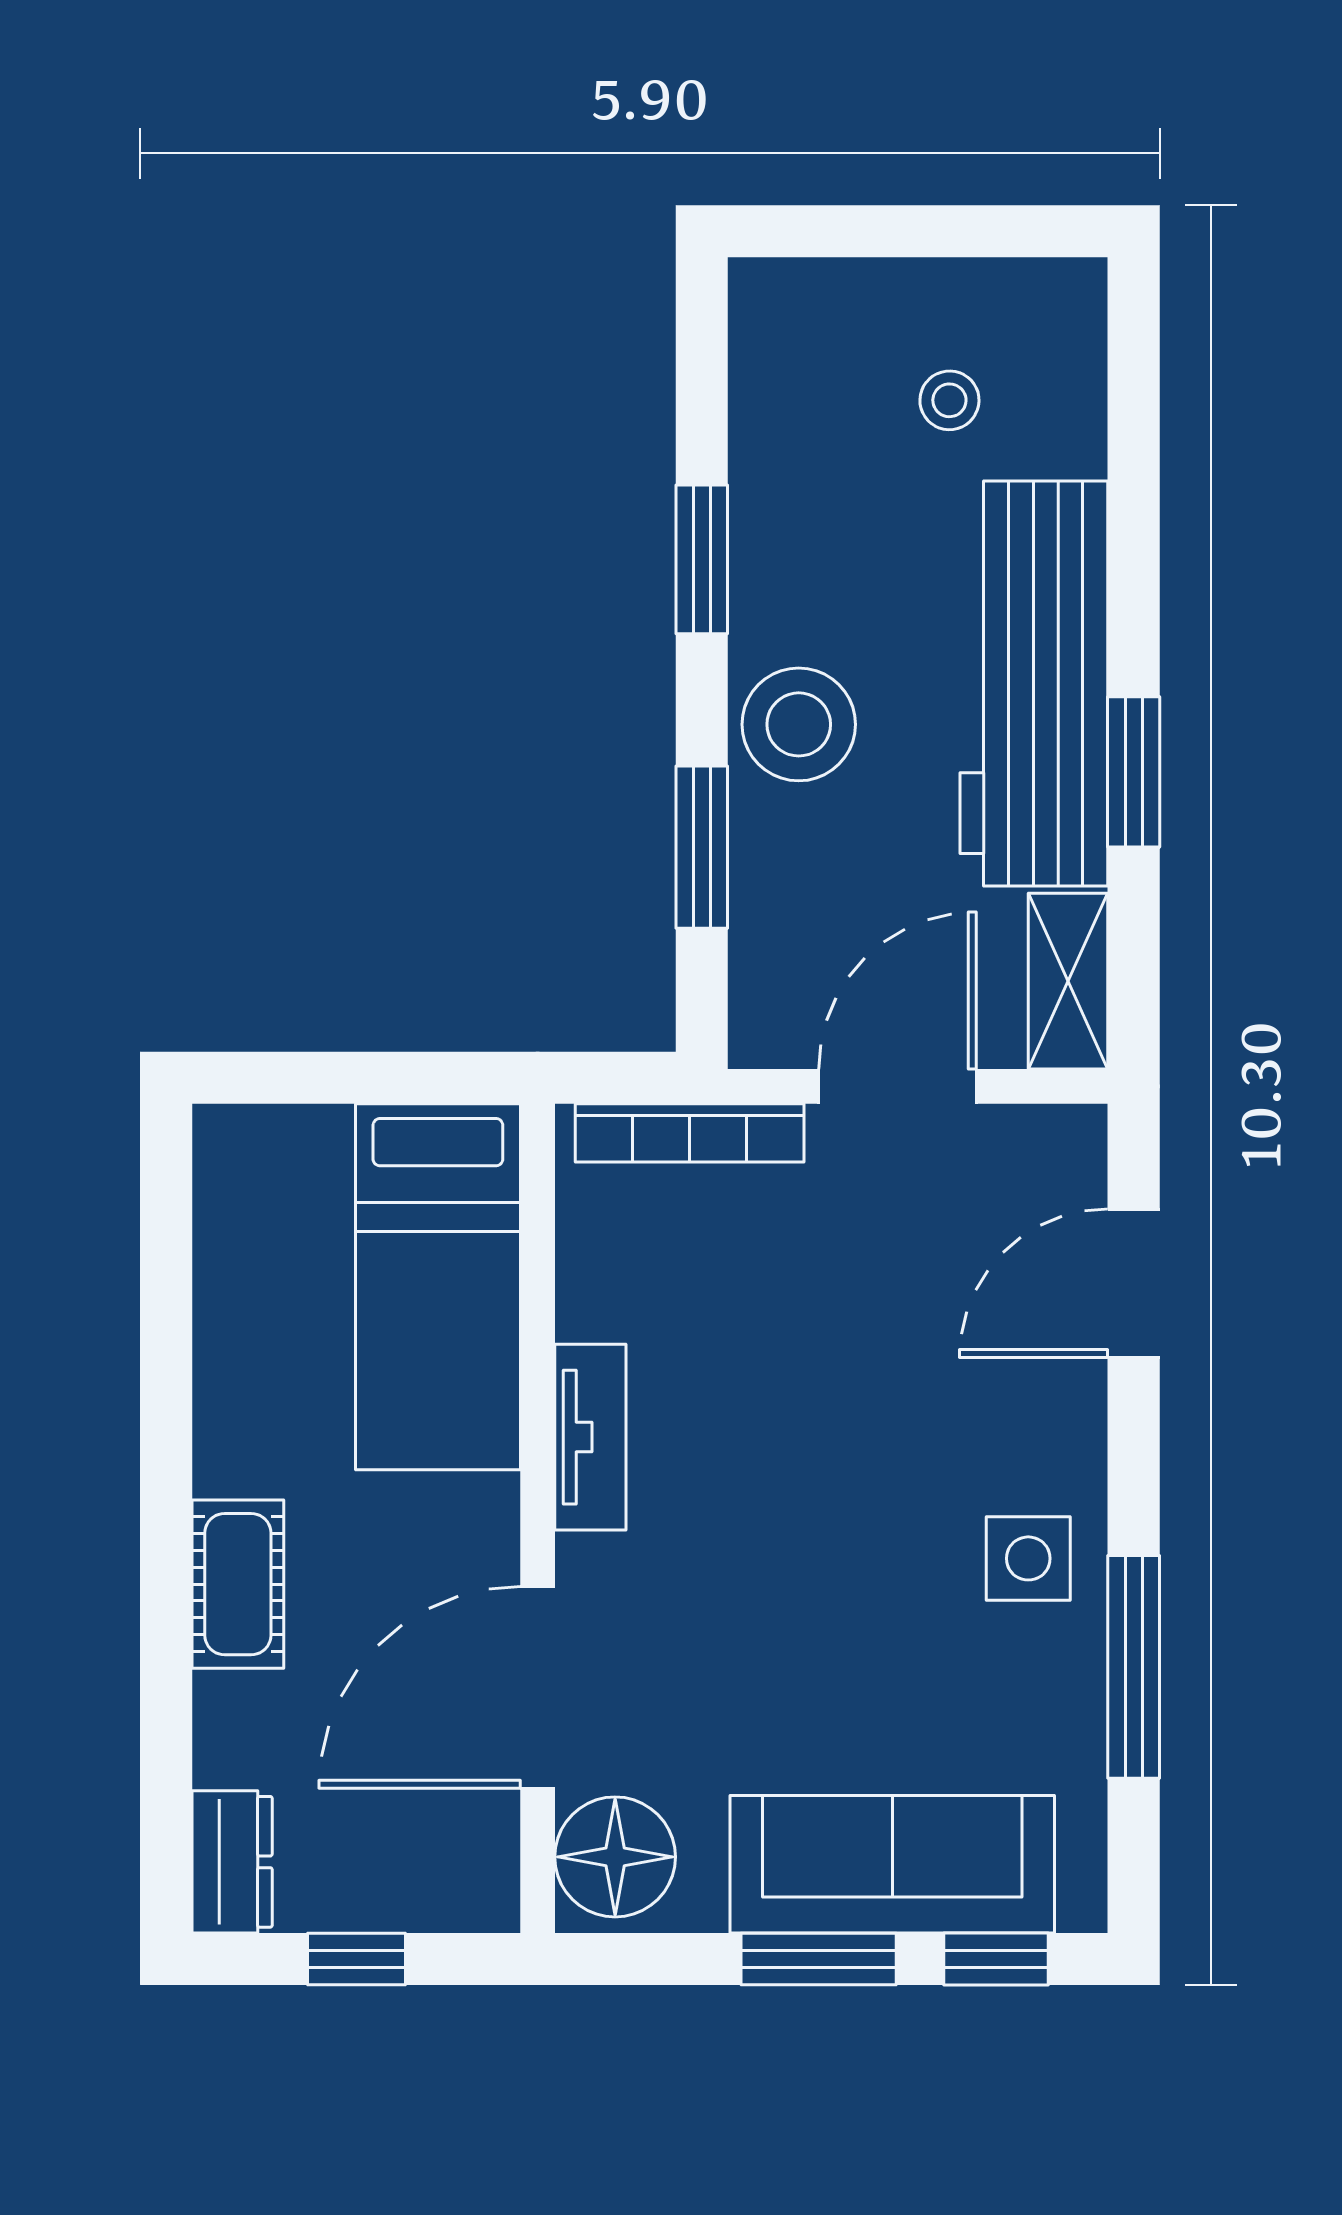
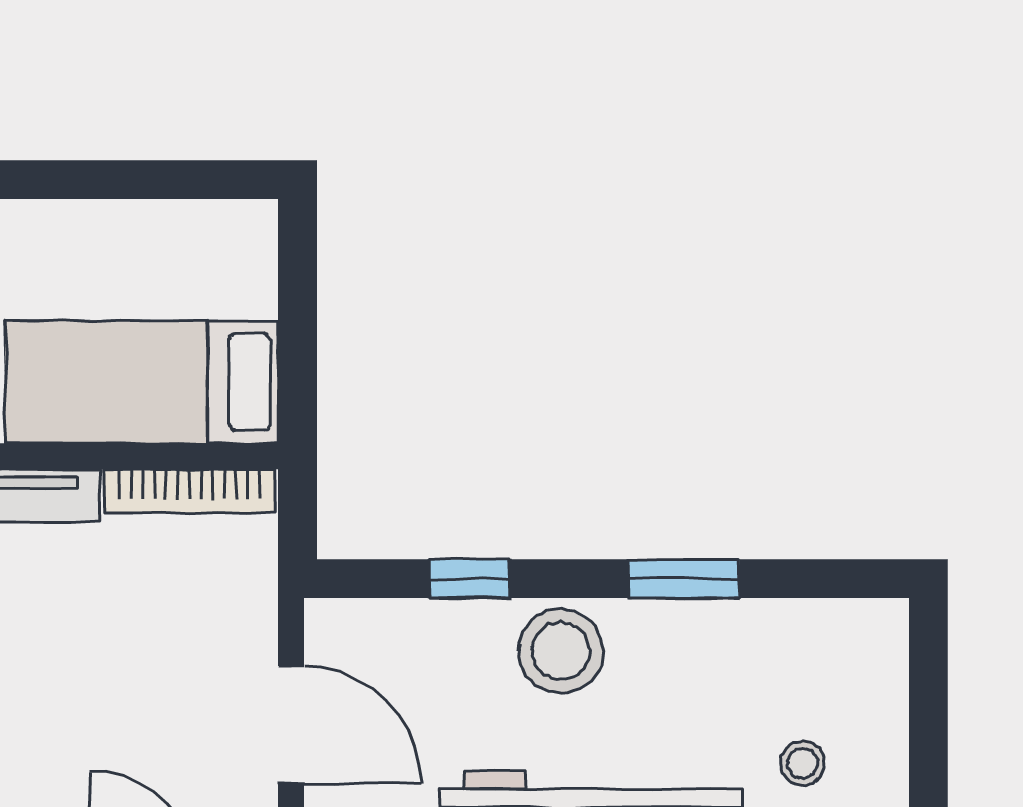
window: (702, 847) -> (469, 579), width x0.67
bookcase: (690, 1133) -> (189, 491), moved, turned -90

